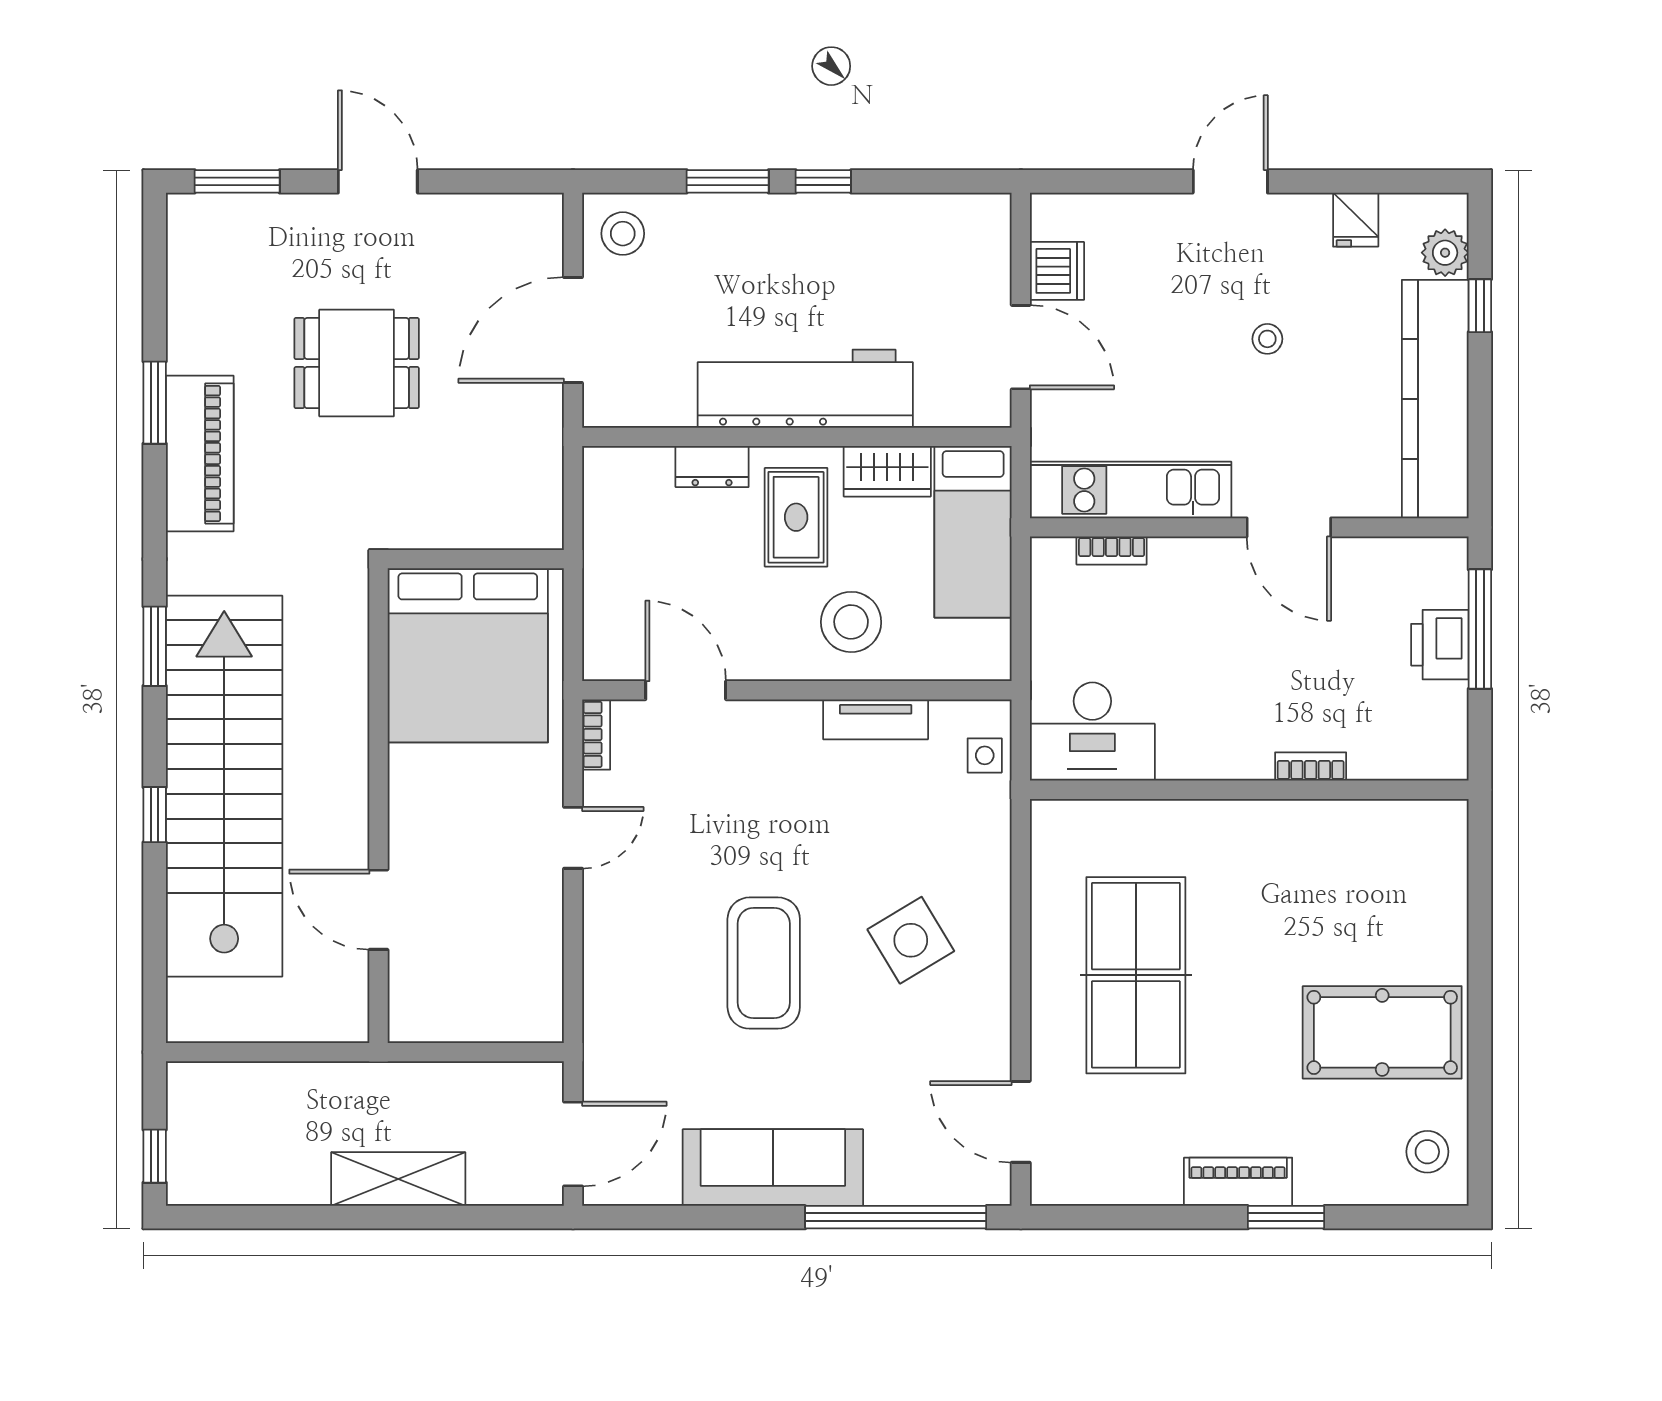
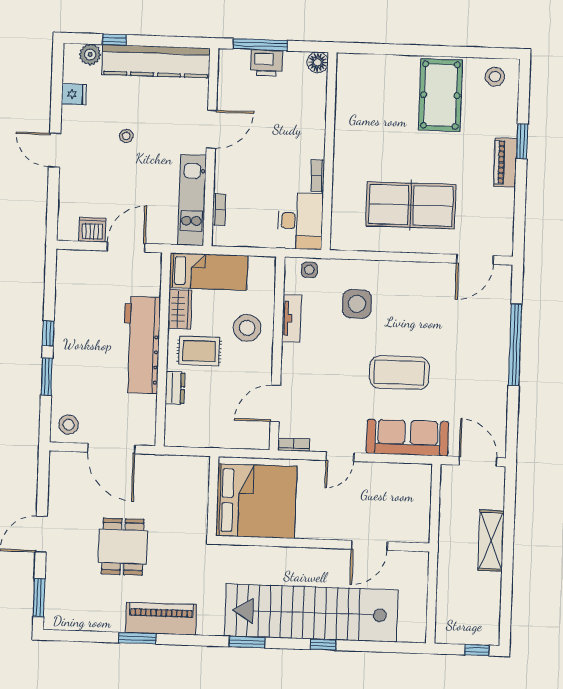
floor lamp: (1445, 758) -> (318, 62), added
bookcase: (1311, 766) -> (318, 176), moved
door: (573, 838) -> (340, 457), swing flipped
side table: (911, 940) -> (357, 304), moved, turned 31
sofa: (773, 1168) -> (408, 438), moved, turned 90
window: (896, 1217) -> (515, 345), moved

